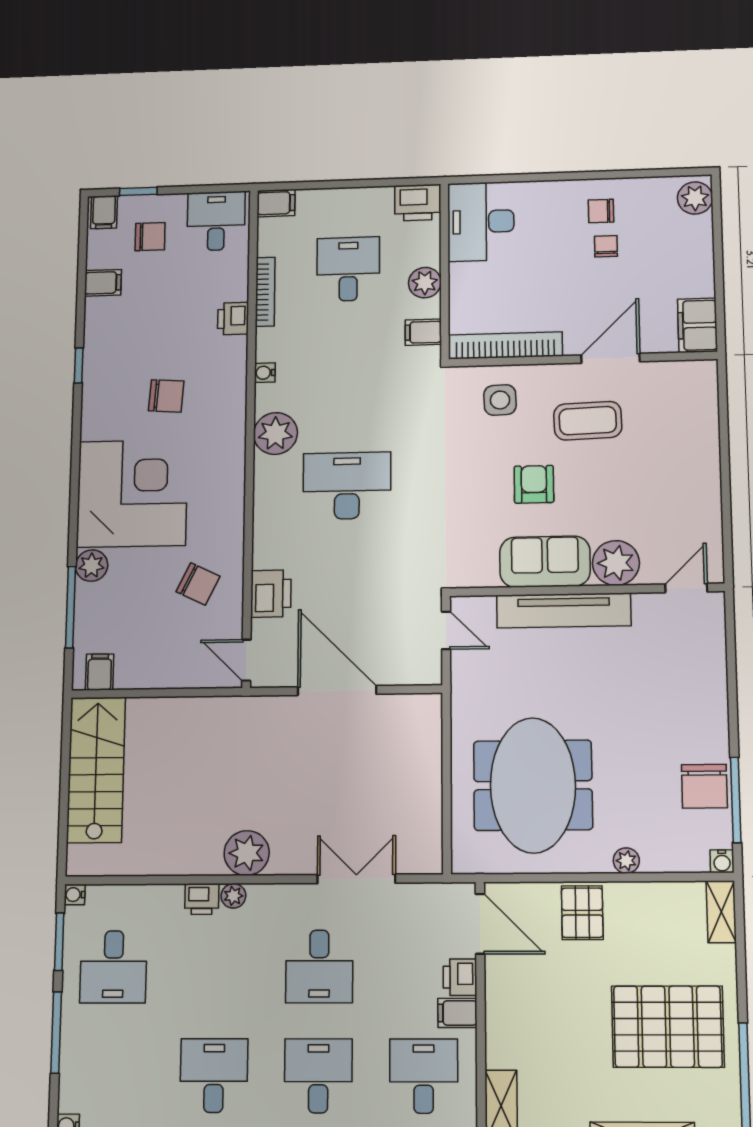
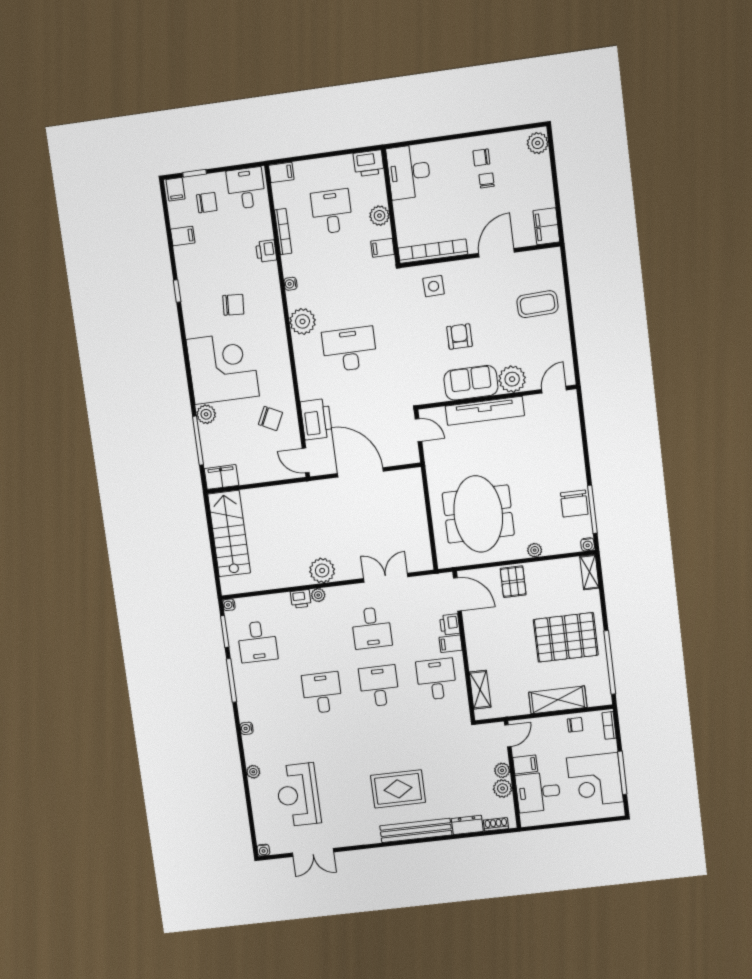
coffee table: (588, 421) -> (537, 304), moved
printer: (271, 594) -> (316, 419), width x1.37, depth x1.19
filing cabinet: (100, 672) -> (222, 477), width x2.00

